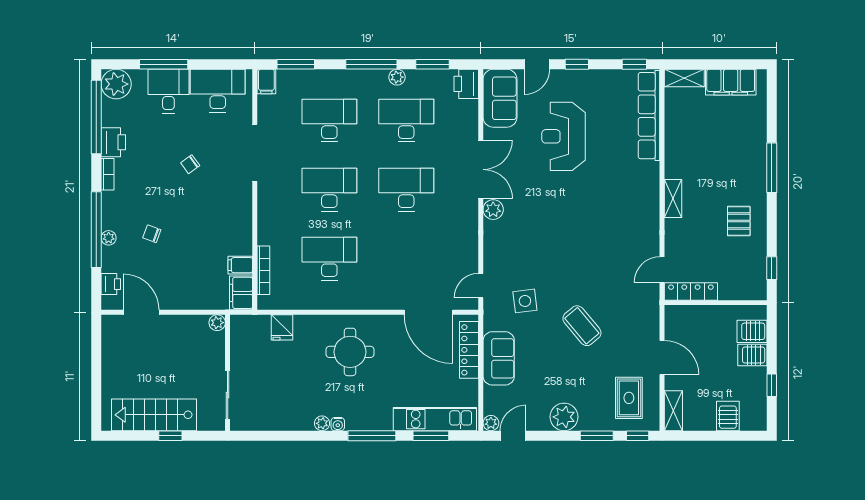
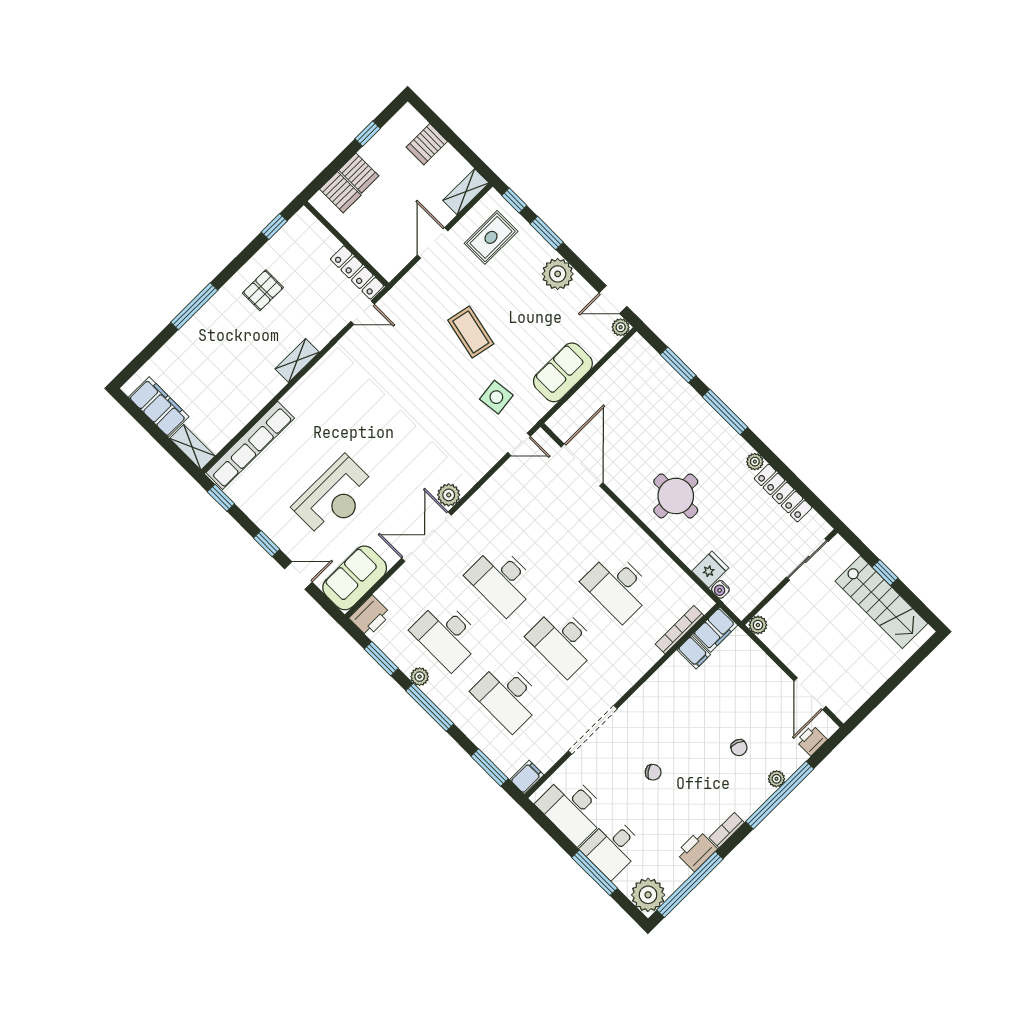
coffee table: (582, 326) -> (471, 332), turned -38
locker: (469, 350) -> (783, 493), moved, turned 90
kitchen unit: (435, 419) -> (662, 375), removed
water cooler: (338, 424) -> (720, 589), moved, turned 180

